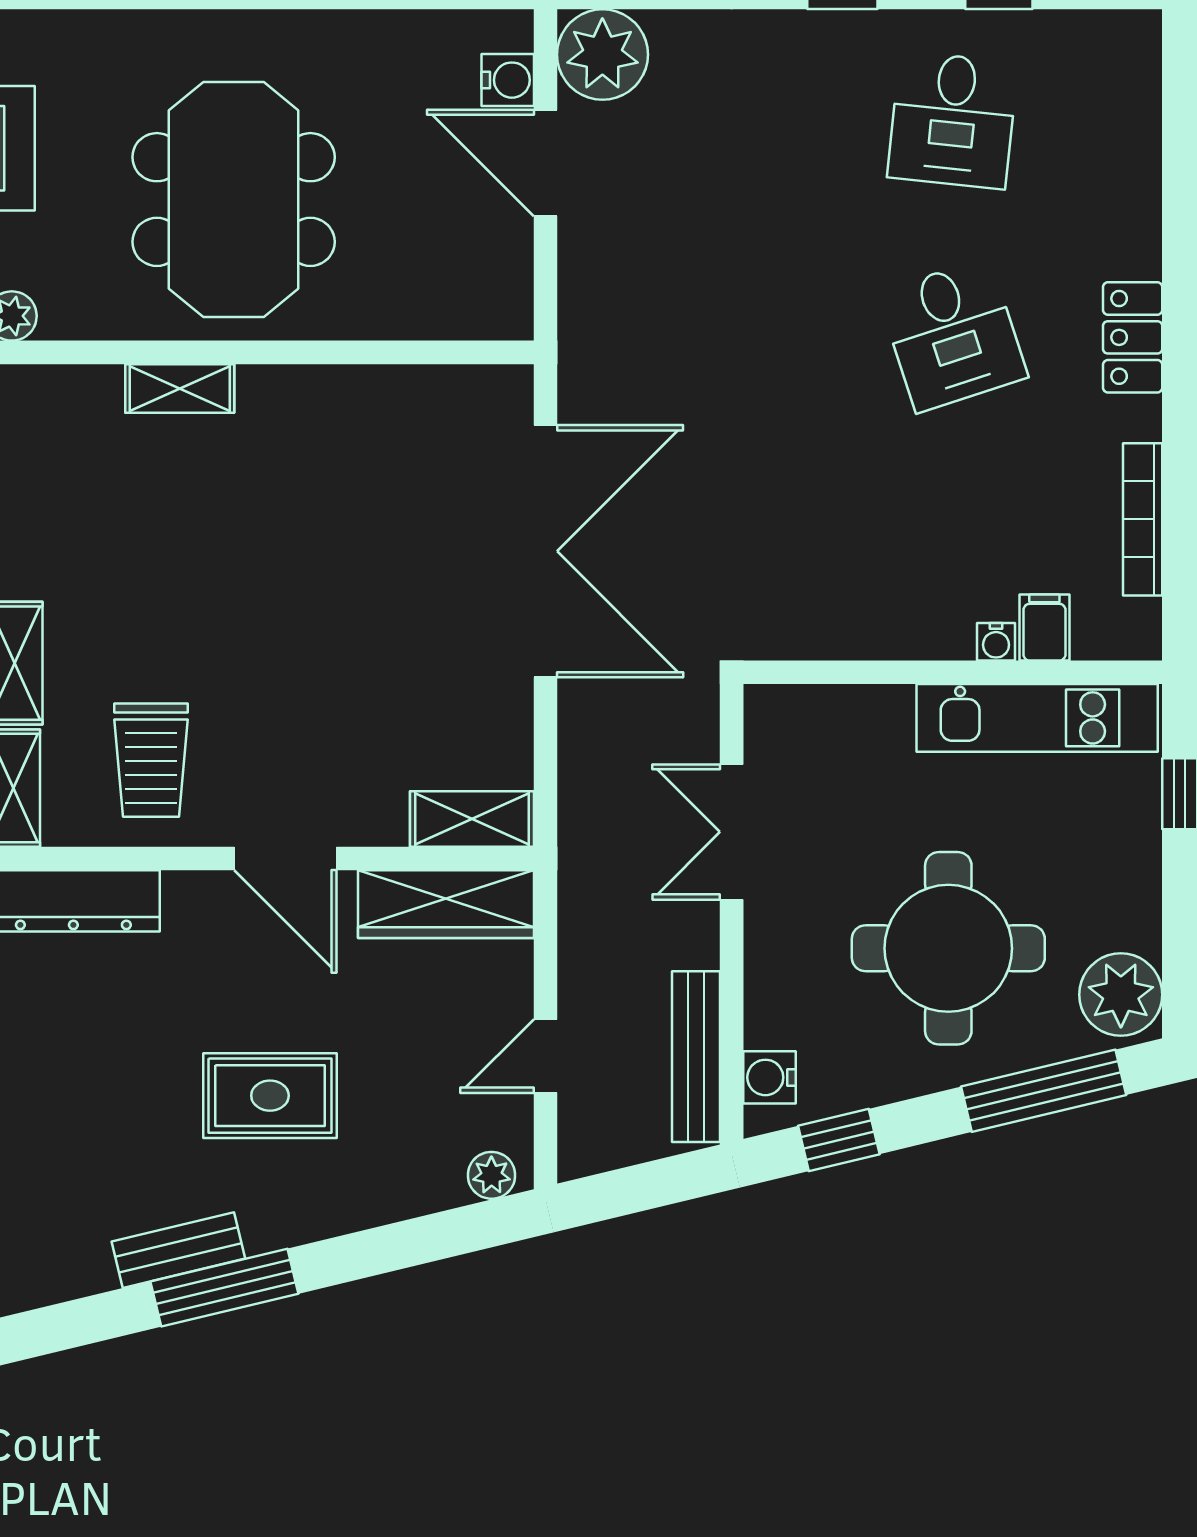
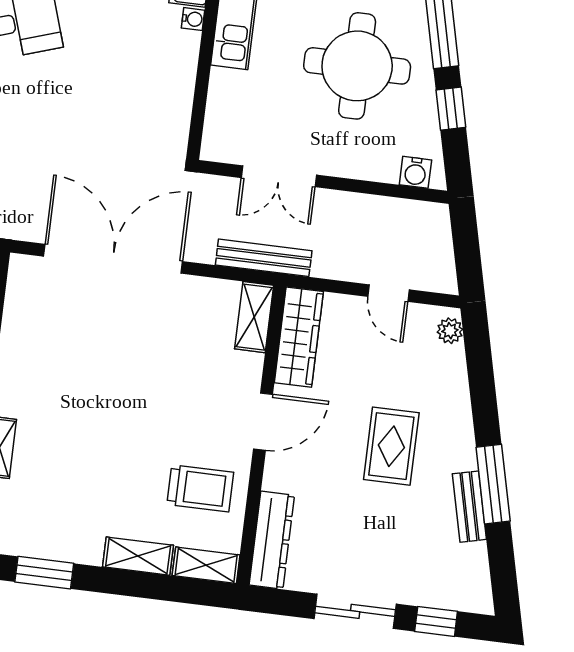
bench: (696, 1057) -> (264, 258), moved
window: (839, 1140) -> (451, 109), moved

